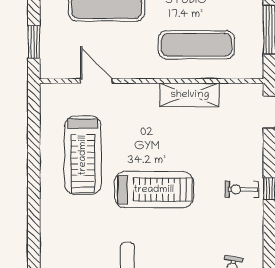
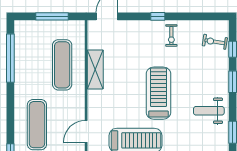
exercise bike: (242, 189) -> (171, 36), moved

